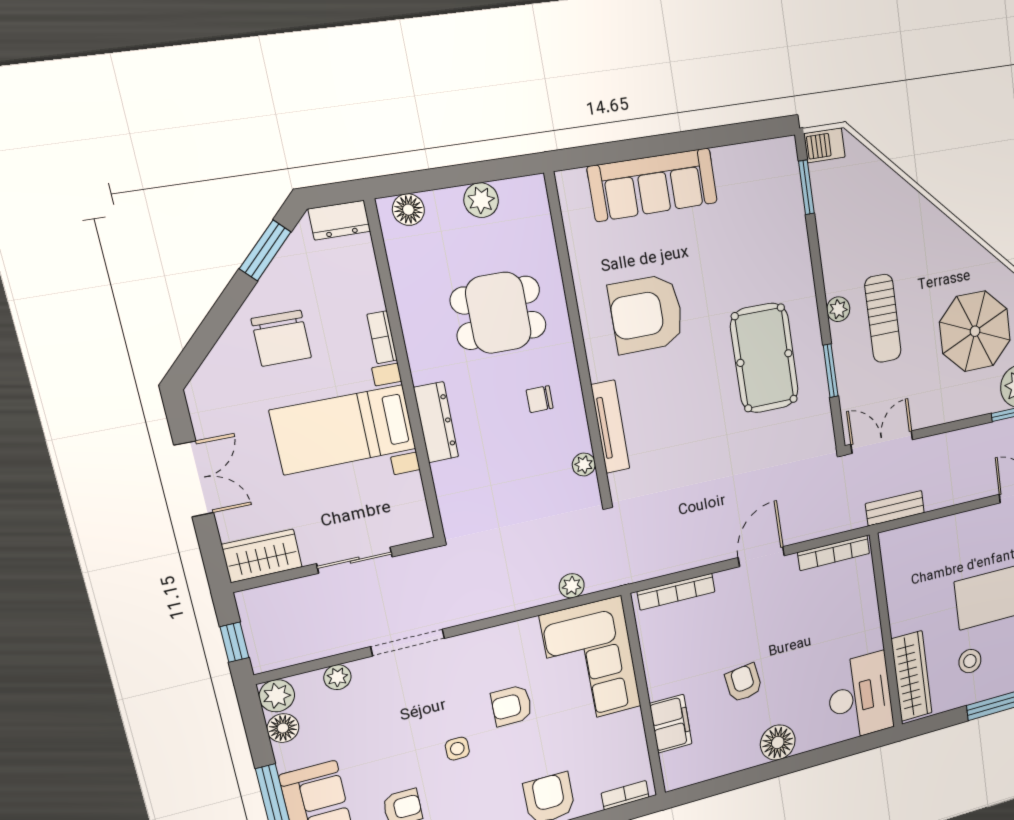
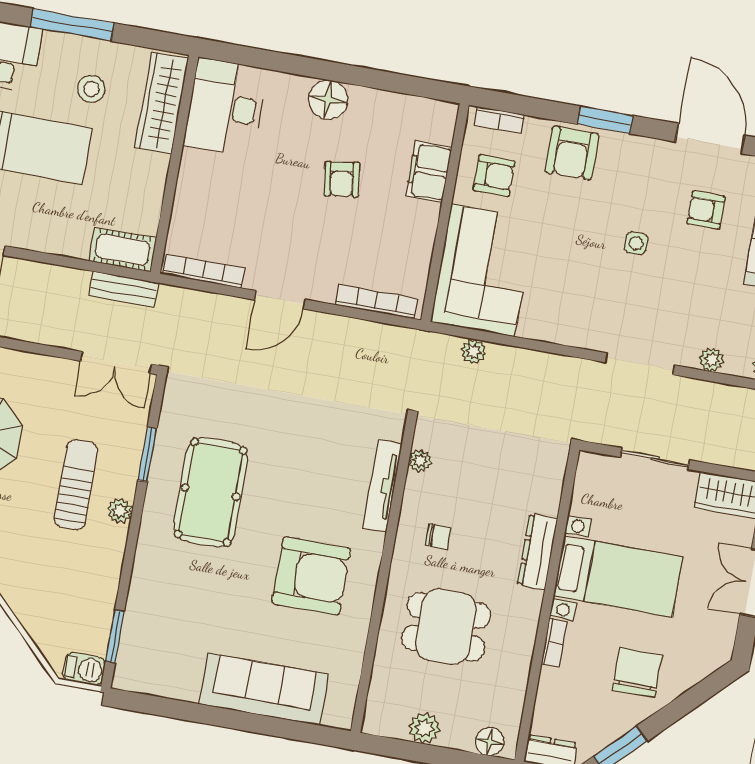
cot: (906, 541) -> (123, 250), added
armchair: (512, 706) -> (494, 175), moved

